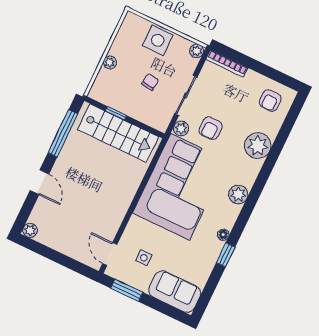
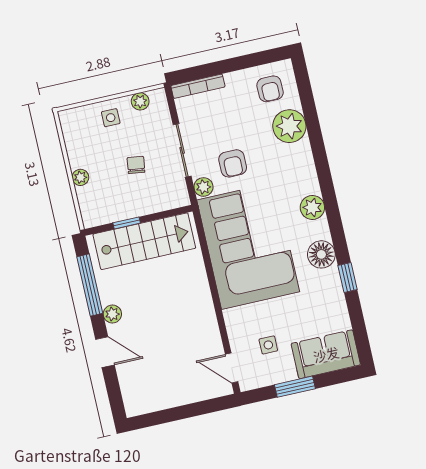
side table: (158, 40) -> (111, 118), width x0.54, depth x0.54
plant: (197, 51) -> (140, 101), moved
plant: (258, 146) -> (289, 126), moved
plant: (30, 230) -> (112, 314), moved
floor lamp: (223, 235) -> (321, 254), width x1.89, depth x1.89
window: (127, 290) -> (295, 387), moved

